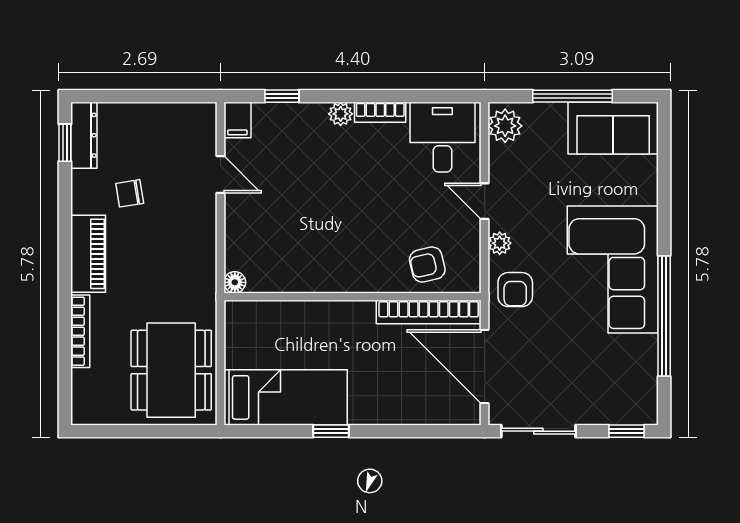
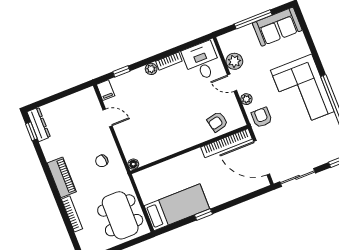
plant: (505, 126) -> (234, 61), moved
chair: (130, 193) -> (102, 161), moved
armchair: (515, 290) -> (262, 117), turned 180

